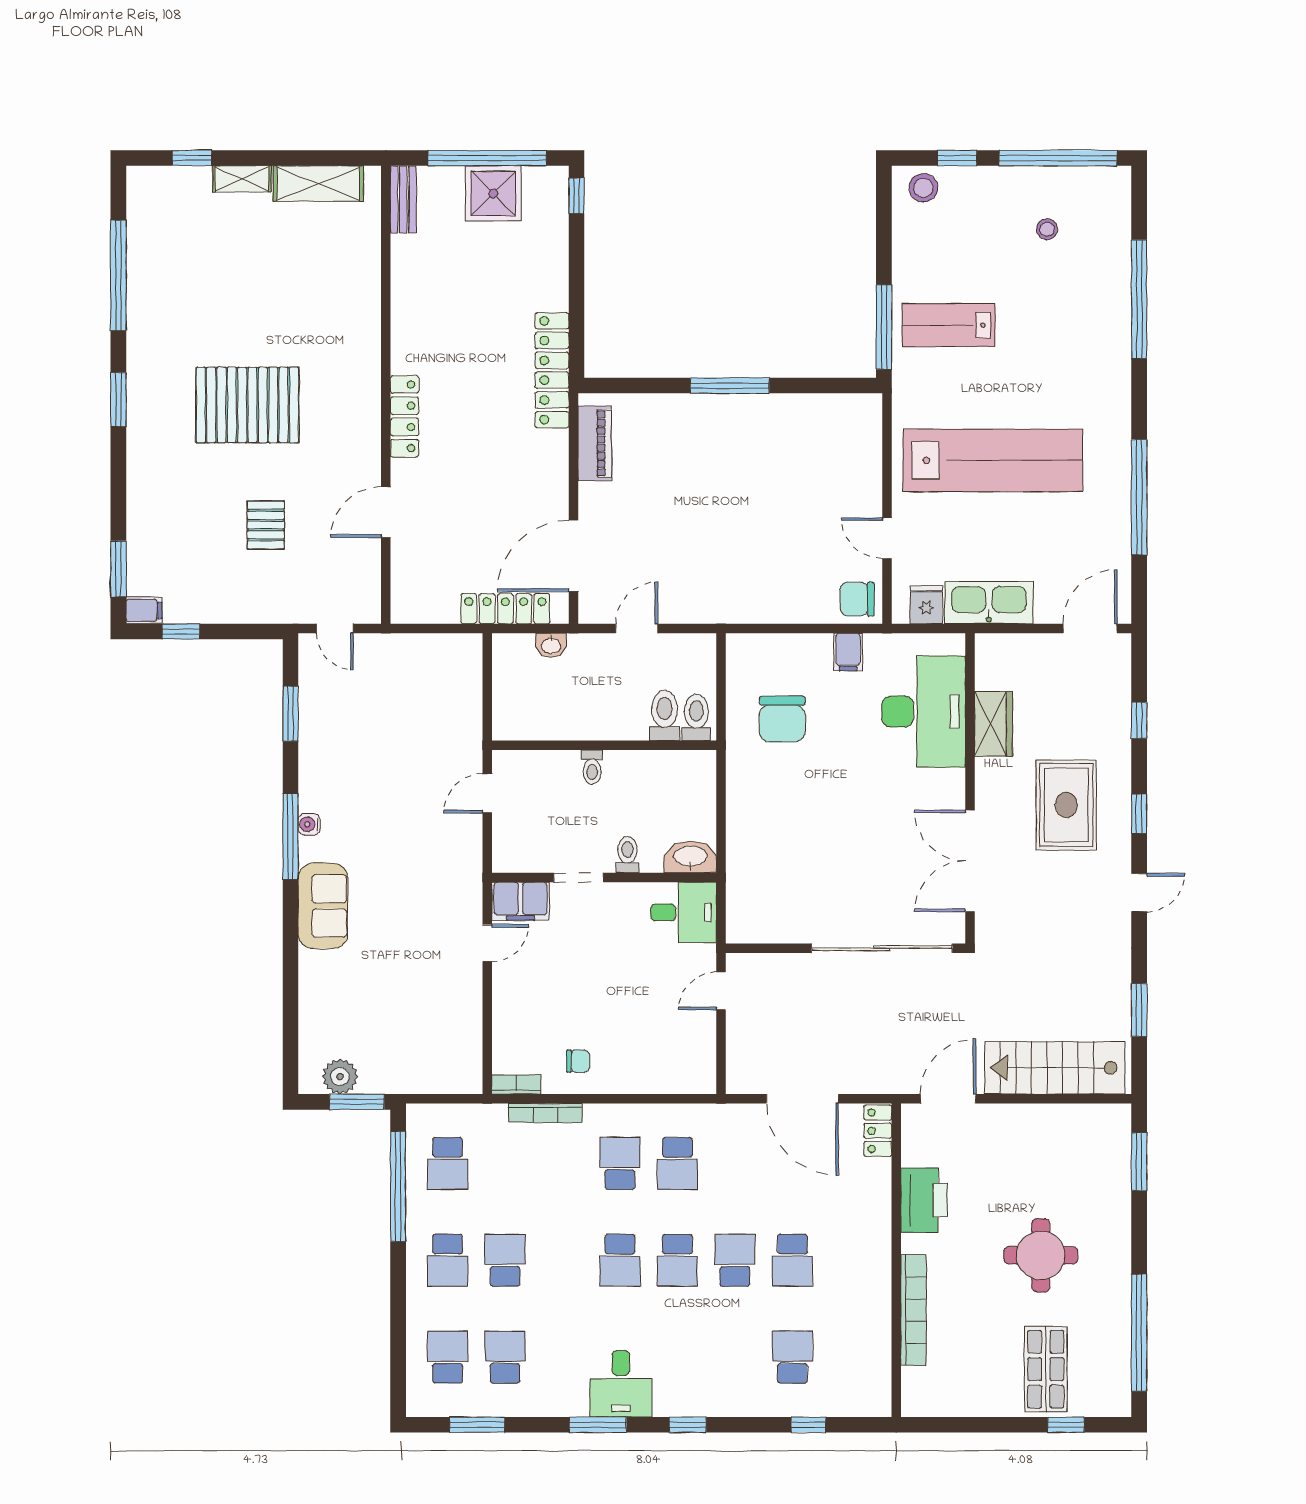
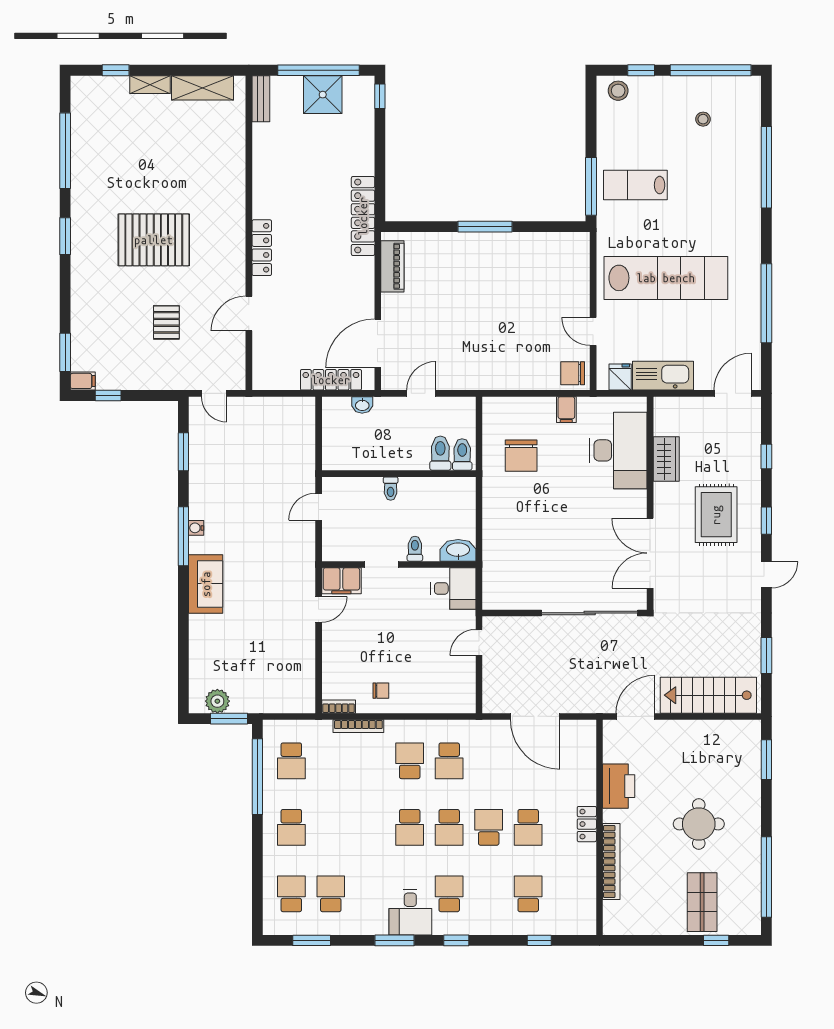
locker: (878, 1131) -> (587, 824), moved
school desk: (505, 1260) -> (449, 894), moved

